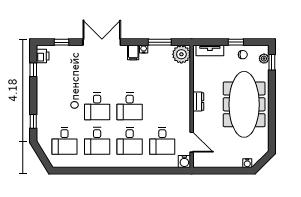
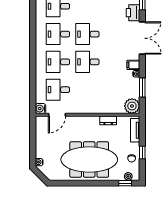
printer: (72, 53) -> (133, 13), added
dresser: (198, 102) -> (108, 120), moved

